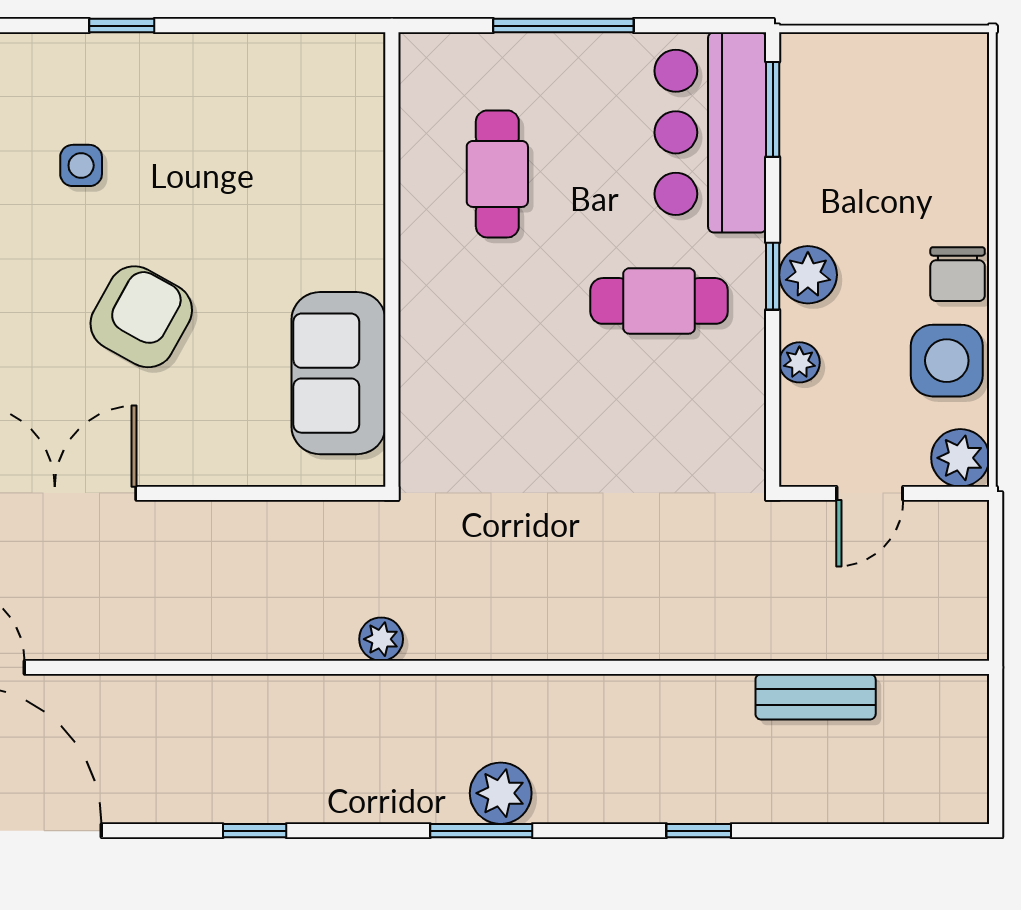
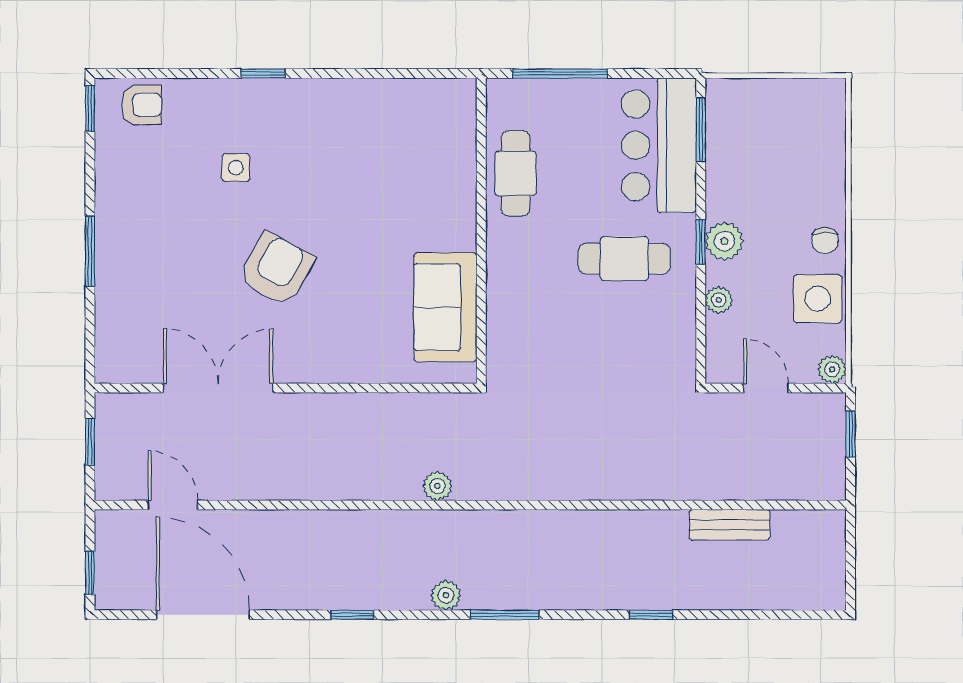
wall: (392, 259) -> (481, 231), moved
chair: (958, 274) -> (825, 241), width x0.73, depth x0.73
sofa: (338, 373) -> (445, 307), moved
plant: (960, 458) -> (832, 369), width x0.73, depth x0.73
door: (870, 493) -> (766, 388), swing flipped
window: (996, 562) -> (851, 434), added
plant: (501, 793) -> (446, 595), moved, width x0.73, depth x0.73

